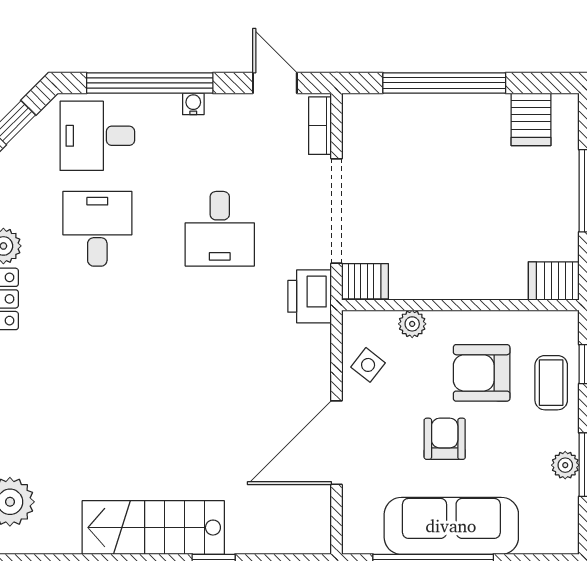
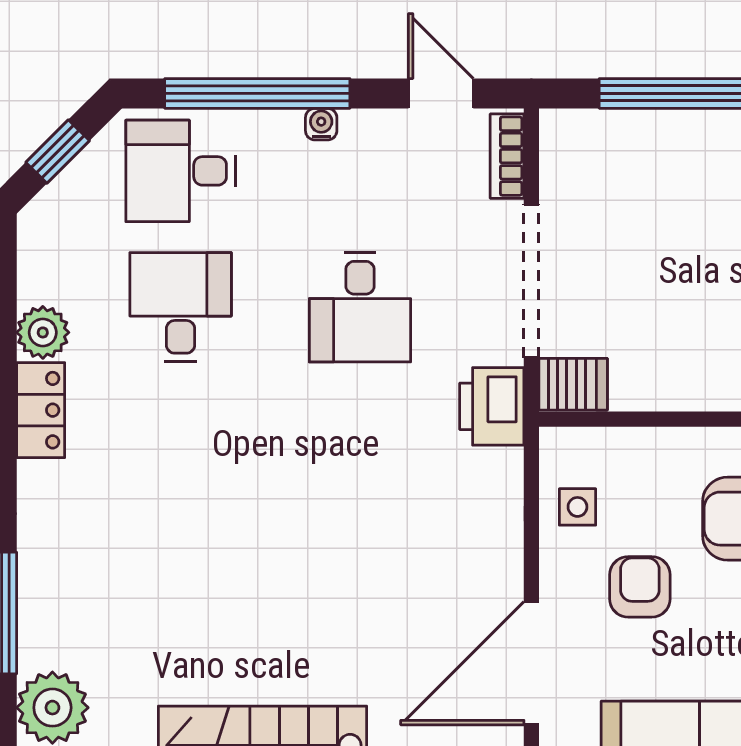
plant: (412, 324) -> (642, 447), removed
side table: (368, 365) -> (577, 507), turned -38
armchair: (445, 439) -> (640, 587), moved
door: (337, 443) -> (531, 663), moved

